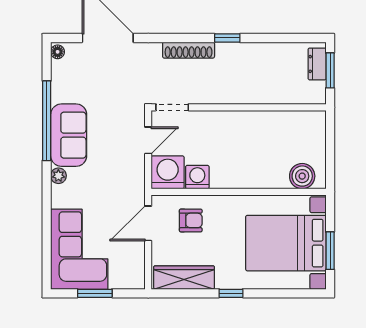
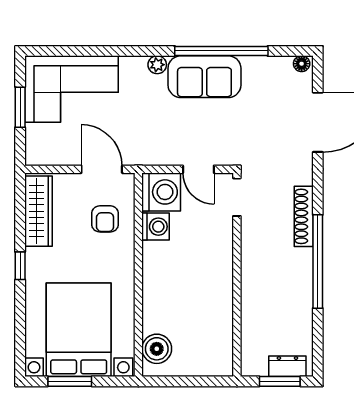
window: (227, 38) -> (318, 262), width x3.17

